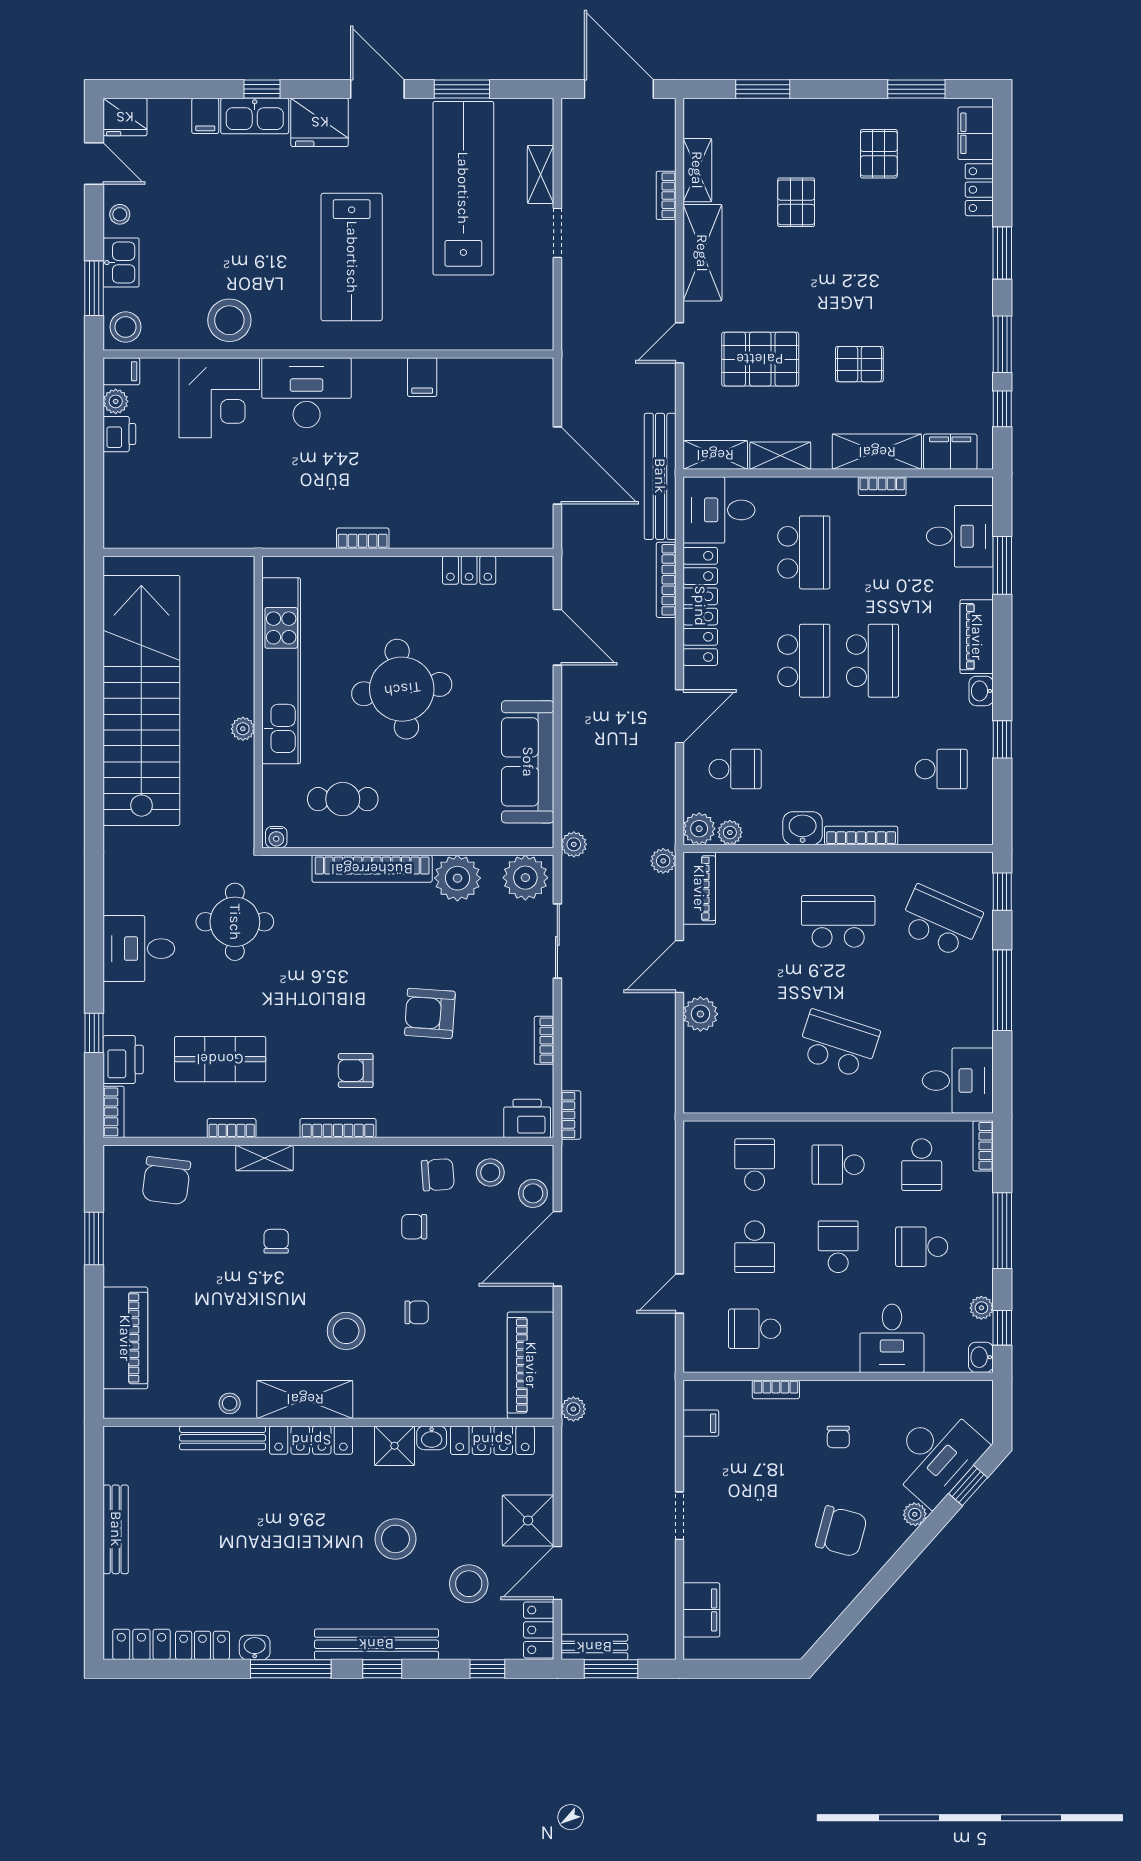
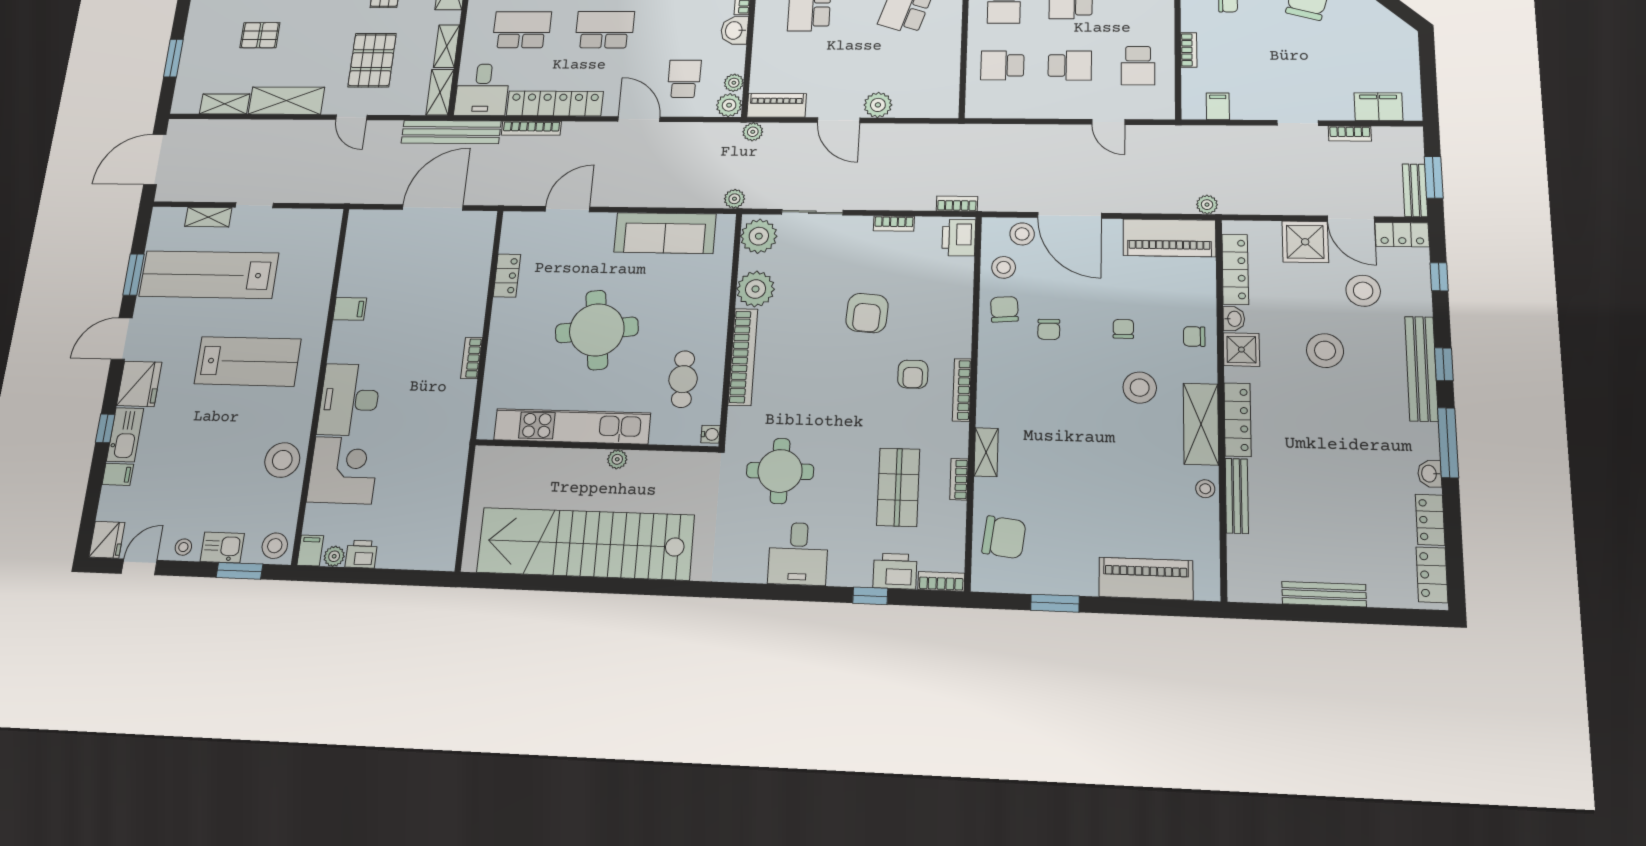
bookcase: (666, 195) -> (1350, 134), moved
chair: (276, 1241) -> (1194, 336), moved

